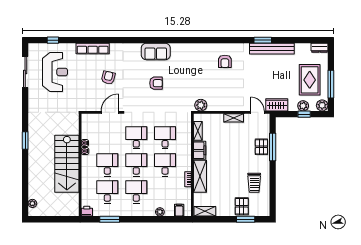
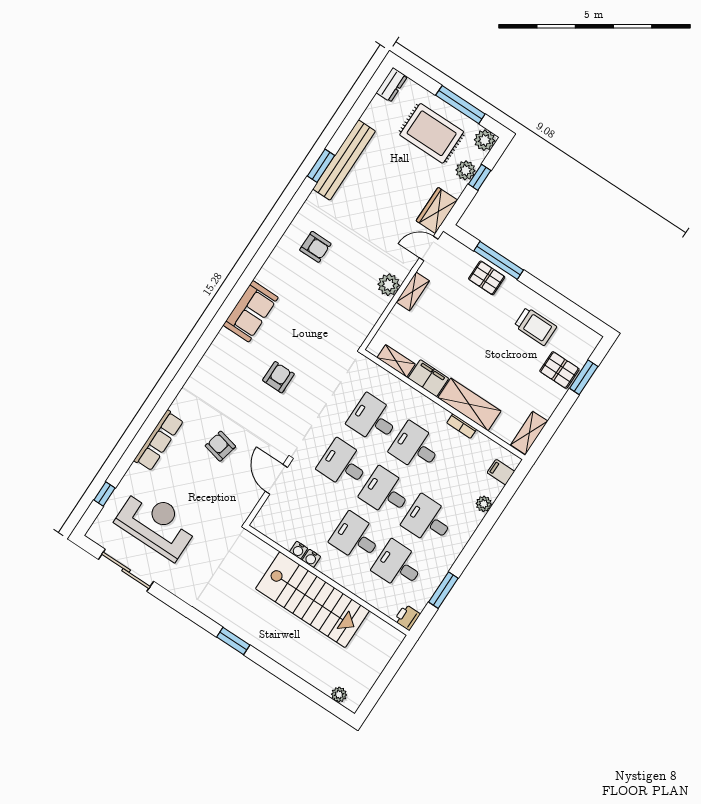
sofa: (156, 51) -> (251, 311), moved
plant: (201, 105) -> (389, 285), moved

